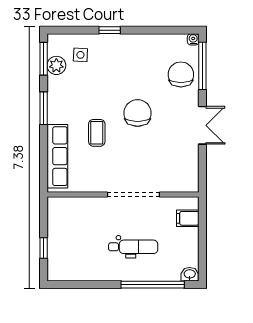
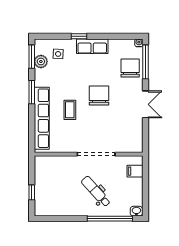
row of seats: (128, 44) -> (92, 46), added
row of seats: (57, 156) -> (42, 118), width x1.36
dental chair: (133, 247) -> (96, 191), turned -132

